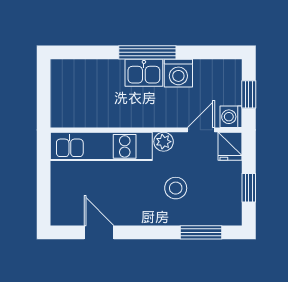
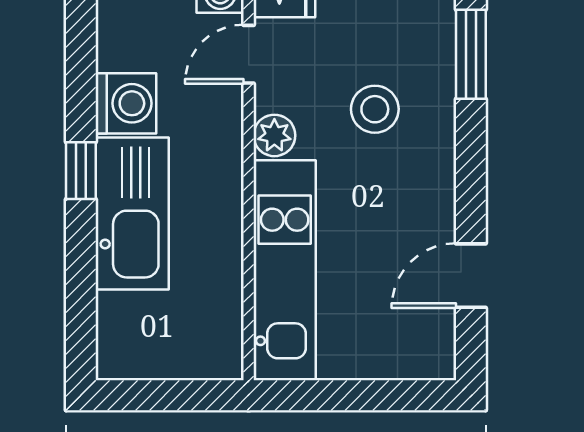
window: (147, 52) -> (81, 171), width x0.46
kitchen sink: (144, 73) -> (132, 214), width x1.88, depth x1.24
door: (201, 130) -> (249, 54), hinge flipped

